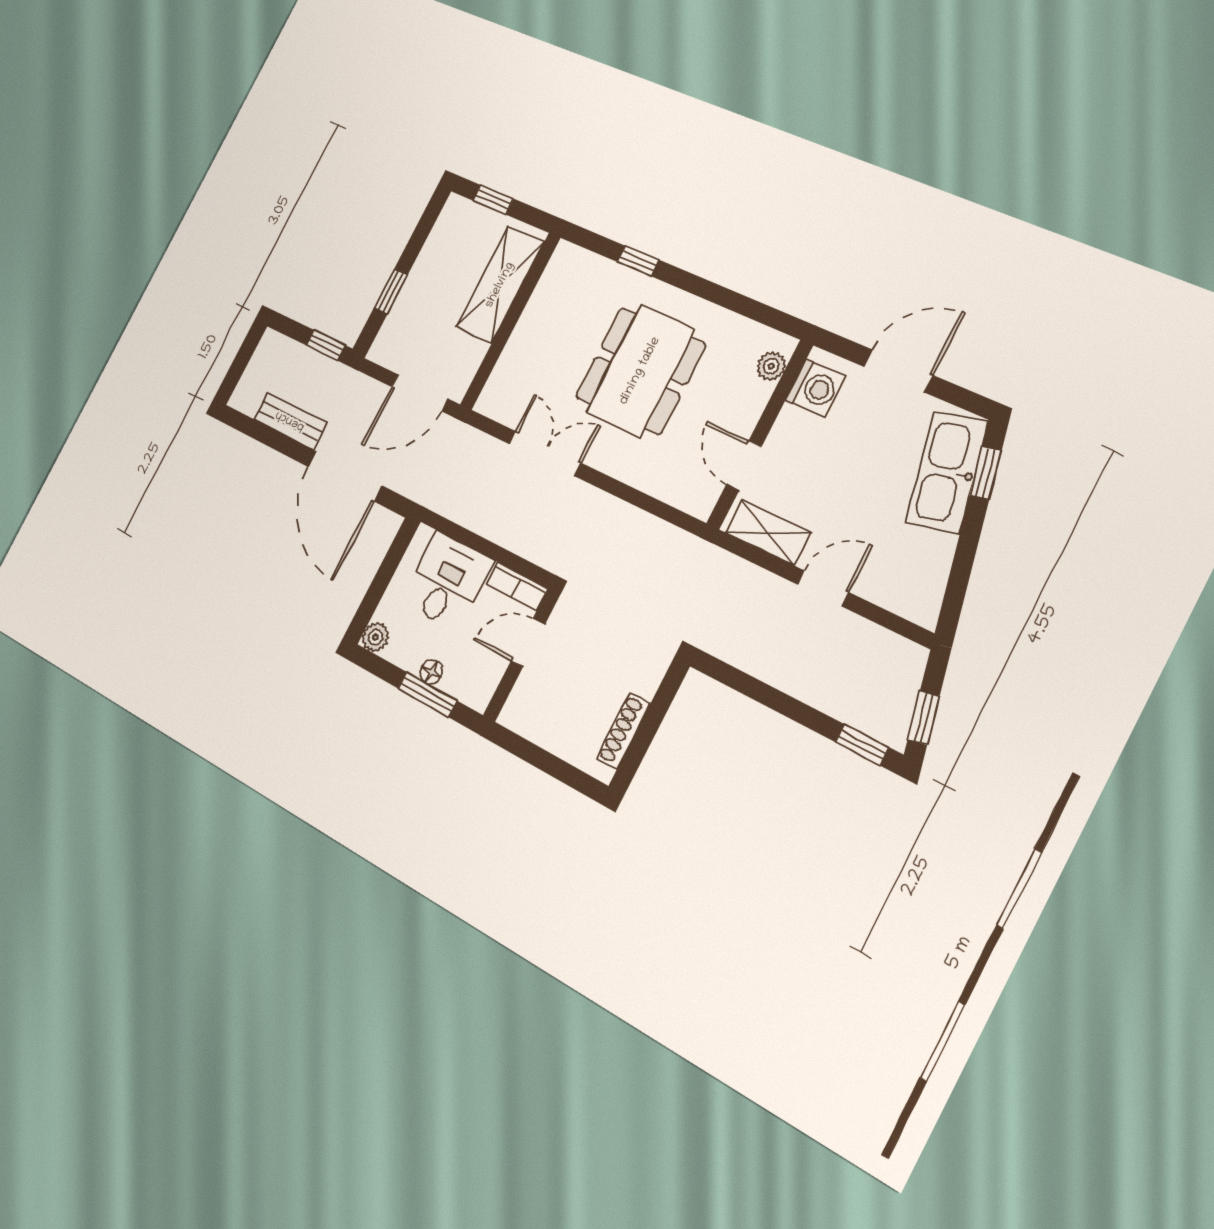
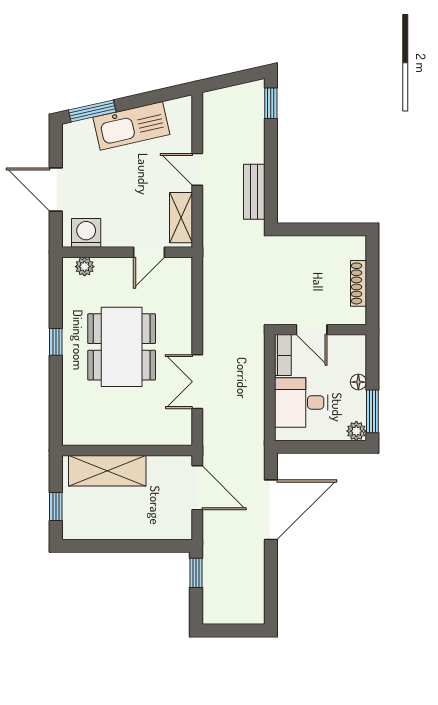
window: (638, 261) -> (56, 342), moved
window: (391, 291) -> (143, 546), removed
dining table: (640, 371) -> (122, 347), turned 90
bench: (290, 421) -> (254, 192), moved
kitchen sink: (947, 472) -> (131, 126), moved
window: (986, 473) -> (92, 111), width x1.50
window: (427, 694) -> (372, 411), moved
window: (924, 718) -> (240, 78), removed
shoe rack: (623, 731) -> (359, 283), moved, turned 90

